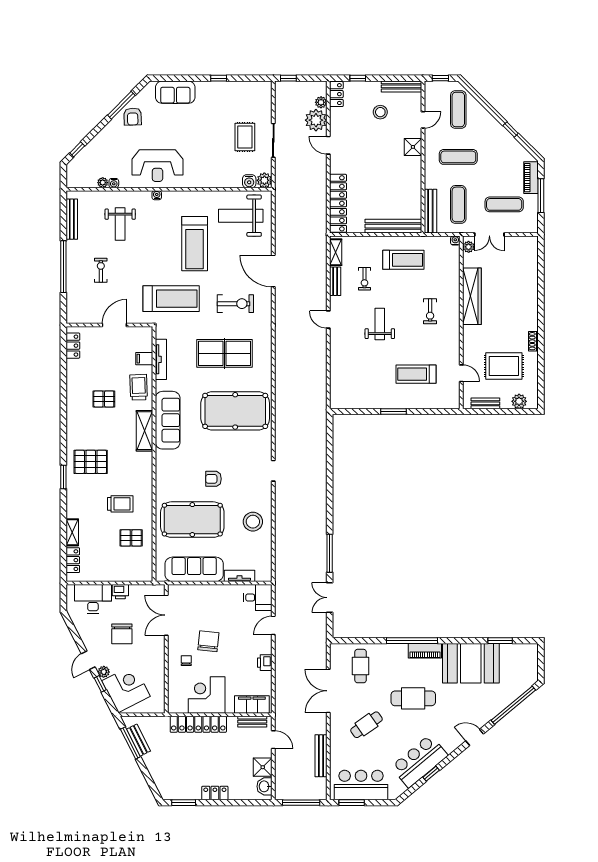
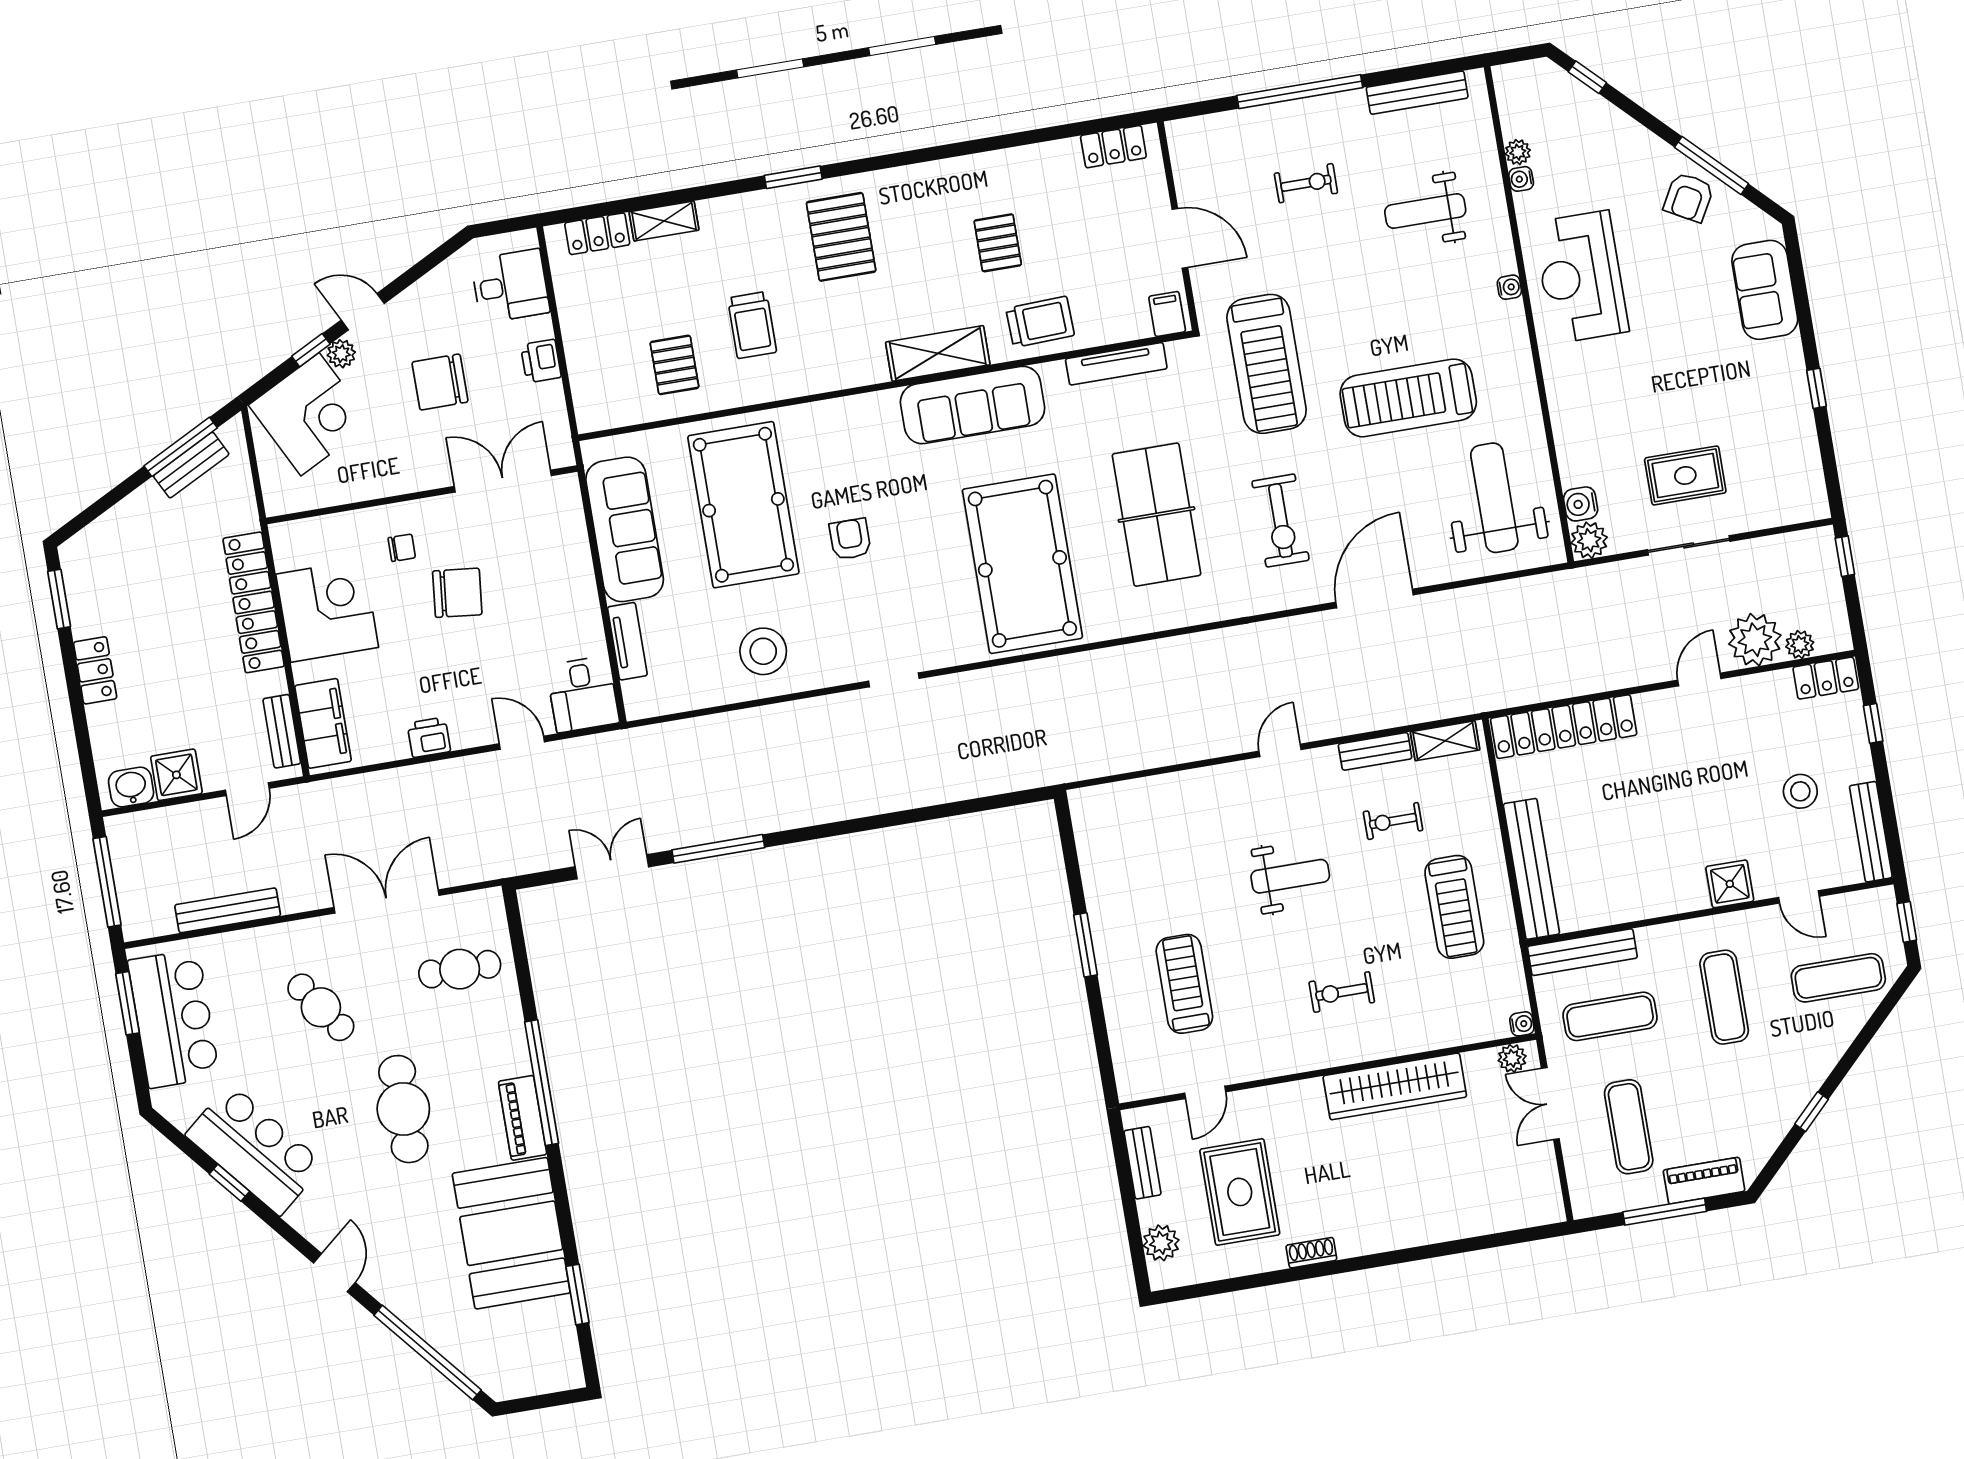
armchair: (133, 117) -> (1689, 197), turned -59
filing cabinet: (144, 359) -> (1167, 314), moved
desk: (93, 599) -> (510, 286), width x0.73

